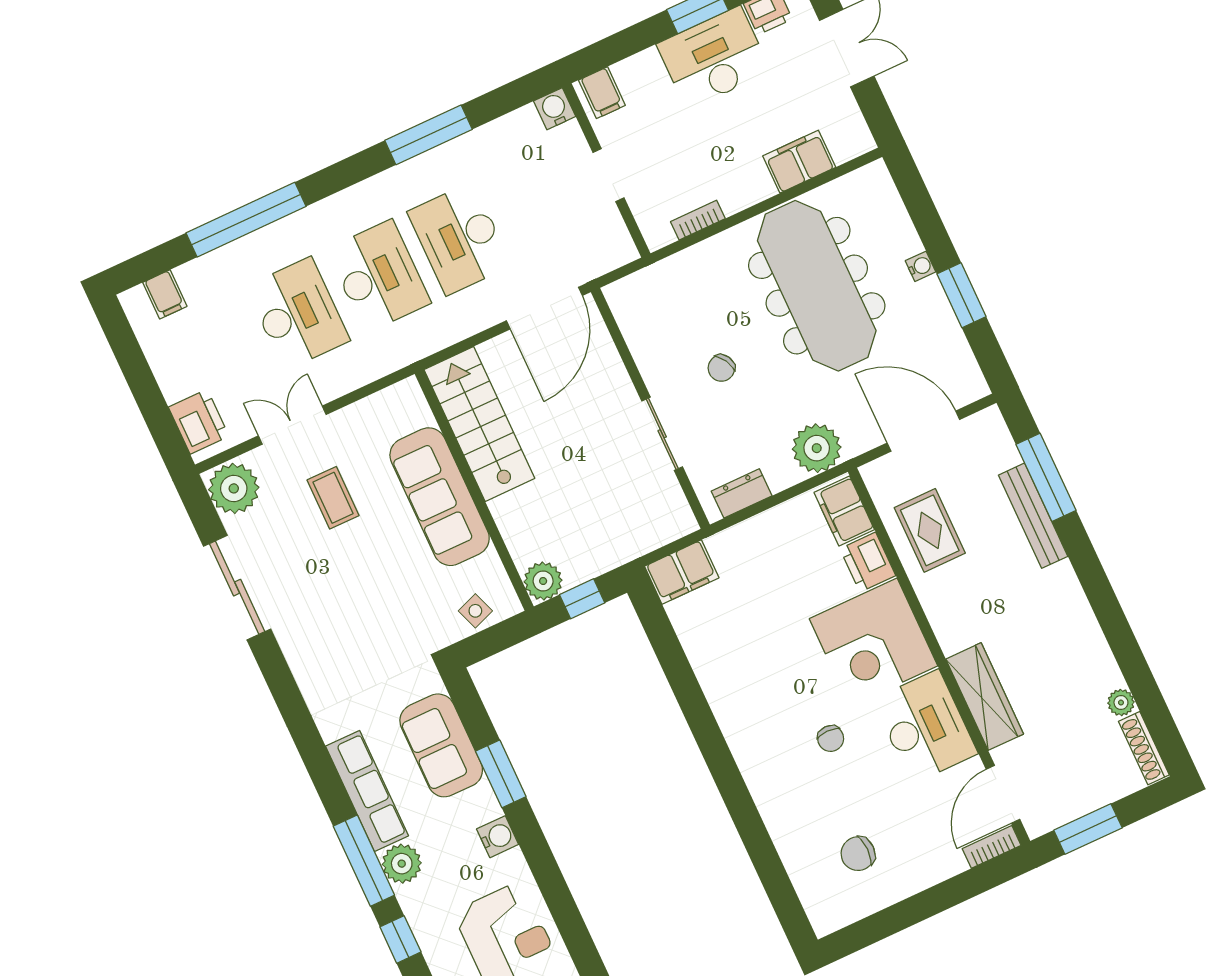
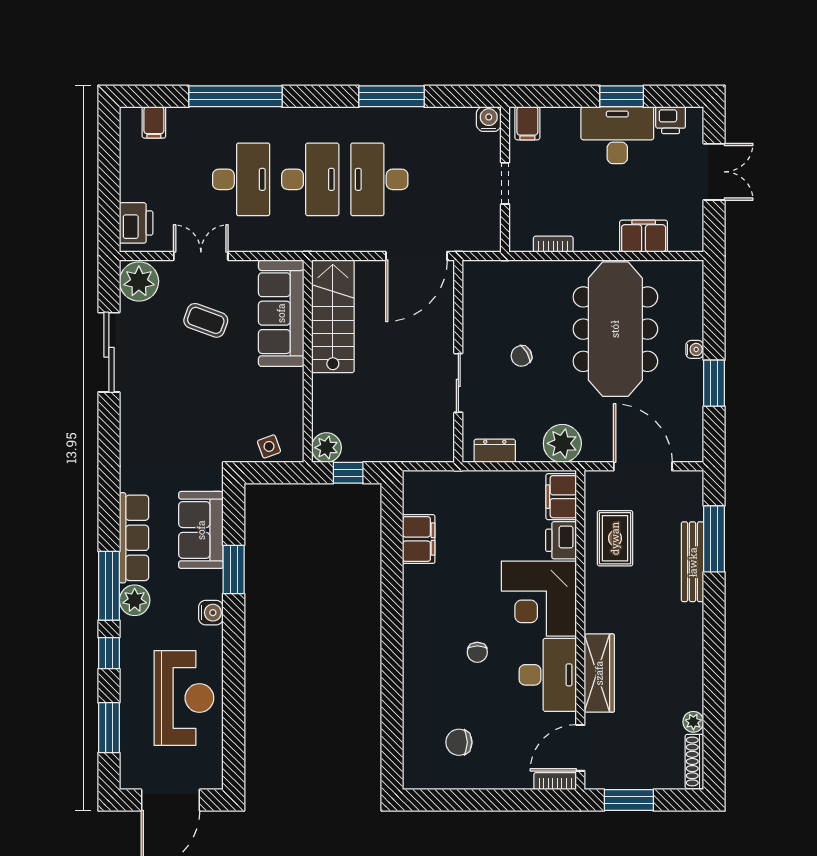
sofa: (440, 497) -> (281, 313), moved
coffee table: (333, 498) -> (206, 320), turned -70
filing cabinet: (682, 572) -> (419, 539), moved, turned -90

